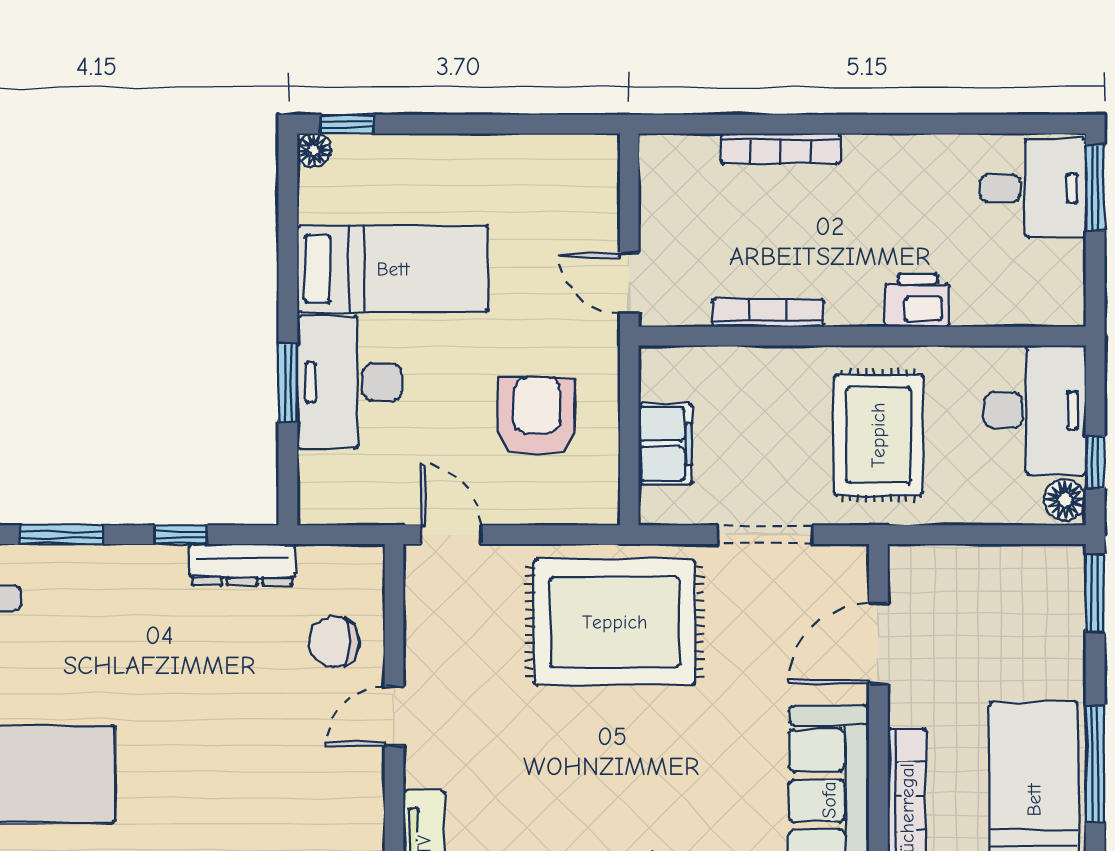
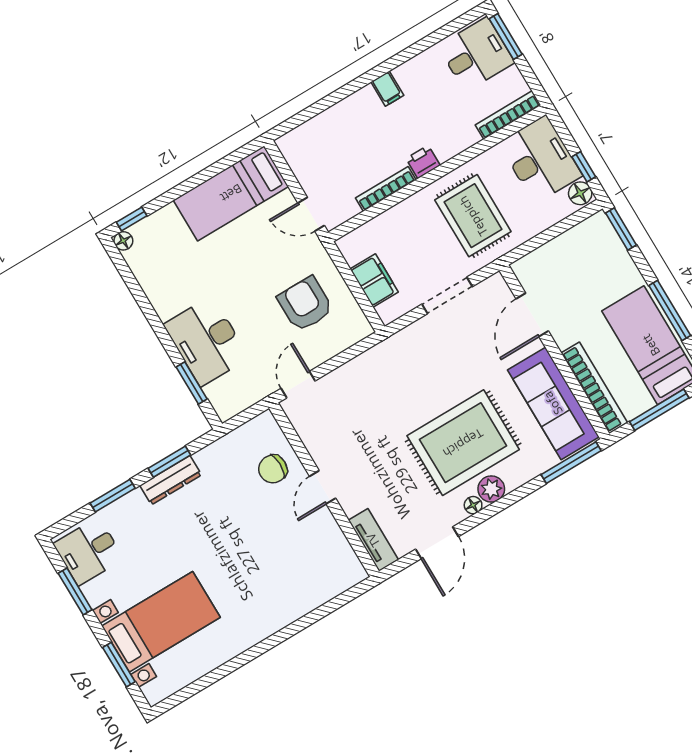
bookcase: (780, 149) -> (508, 115), moved, turned 180
filing cabinet: (863, 159) -> (387, 89), added
bed: (393, 269) -> (231, 193), moved, turned 180
printer: (917, 300) -> (423, 162), moved, width x0.73, depth x0.81
window: (288, 383) -> (192, 383), moved
window: (181, 535) -> (169, 462), width x1.50
door: (451, 535) -> (298, 385), hinge flipped
dresser: (242, 564) -> (171, 480), moved
rug: (615, 622) -> (463, 443), moved

